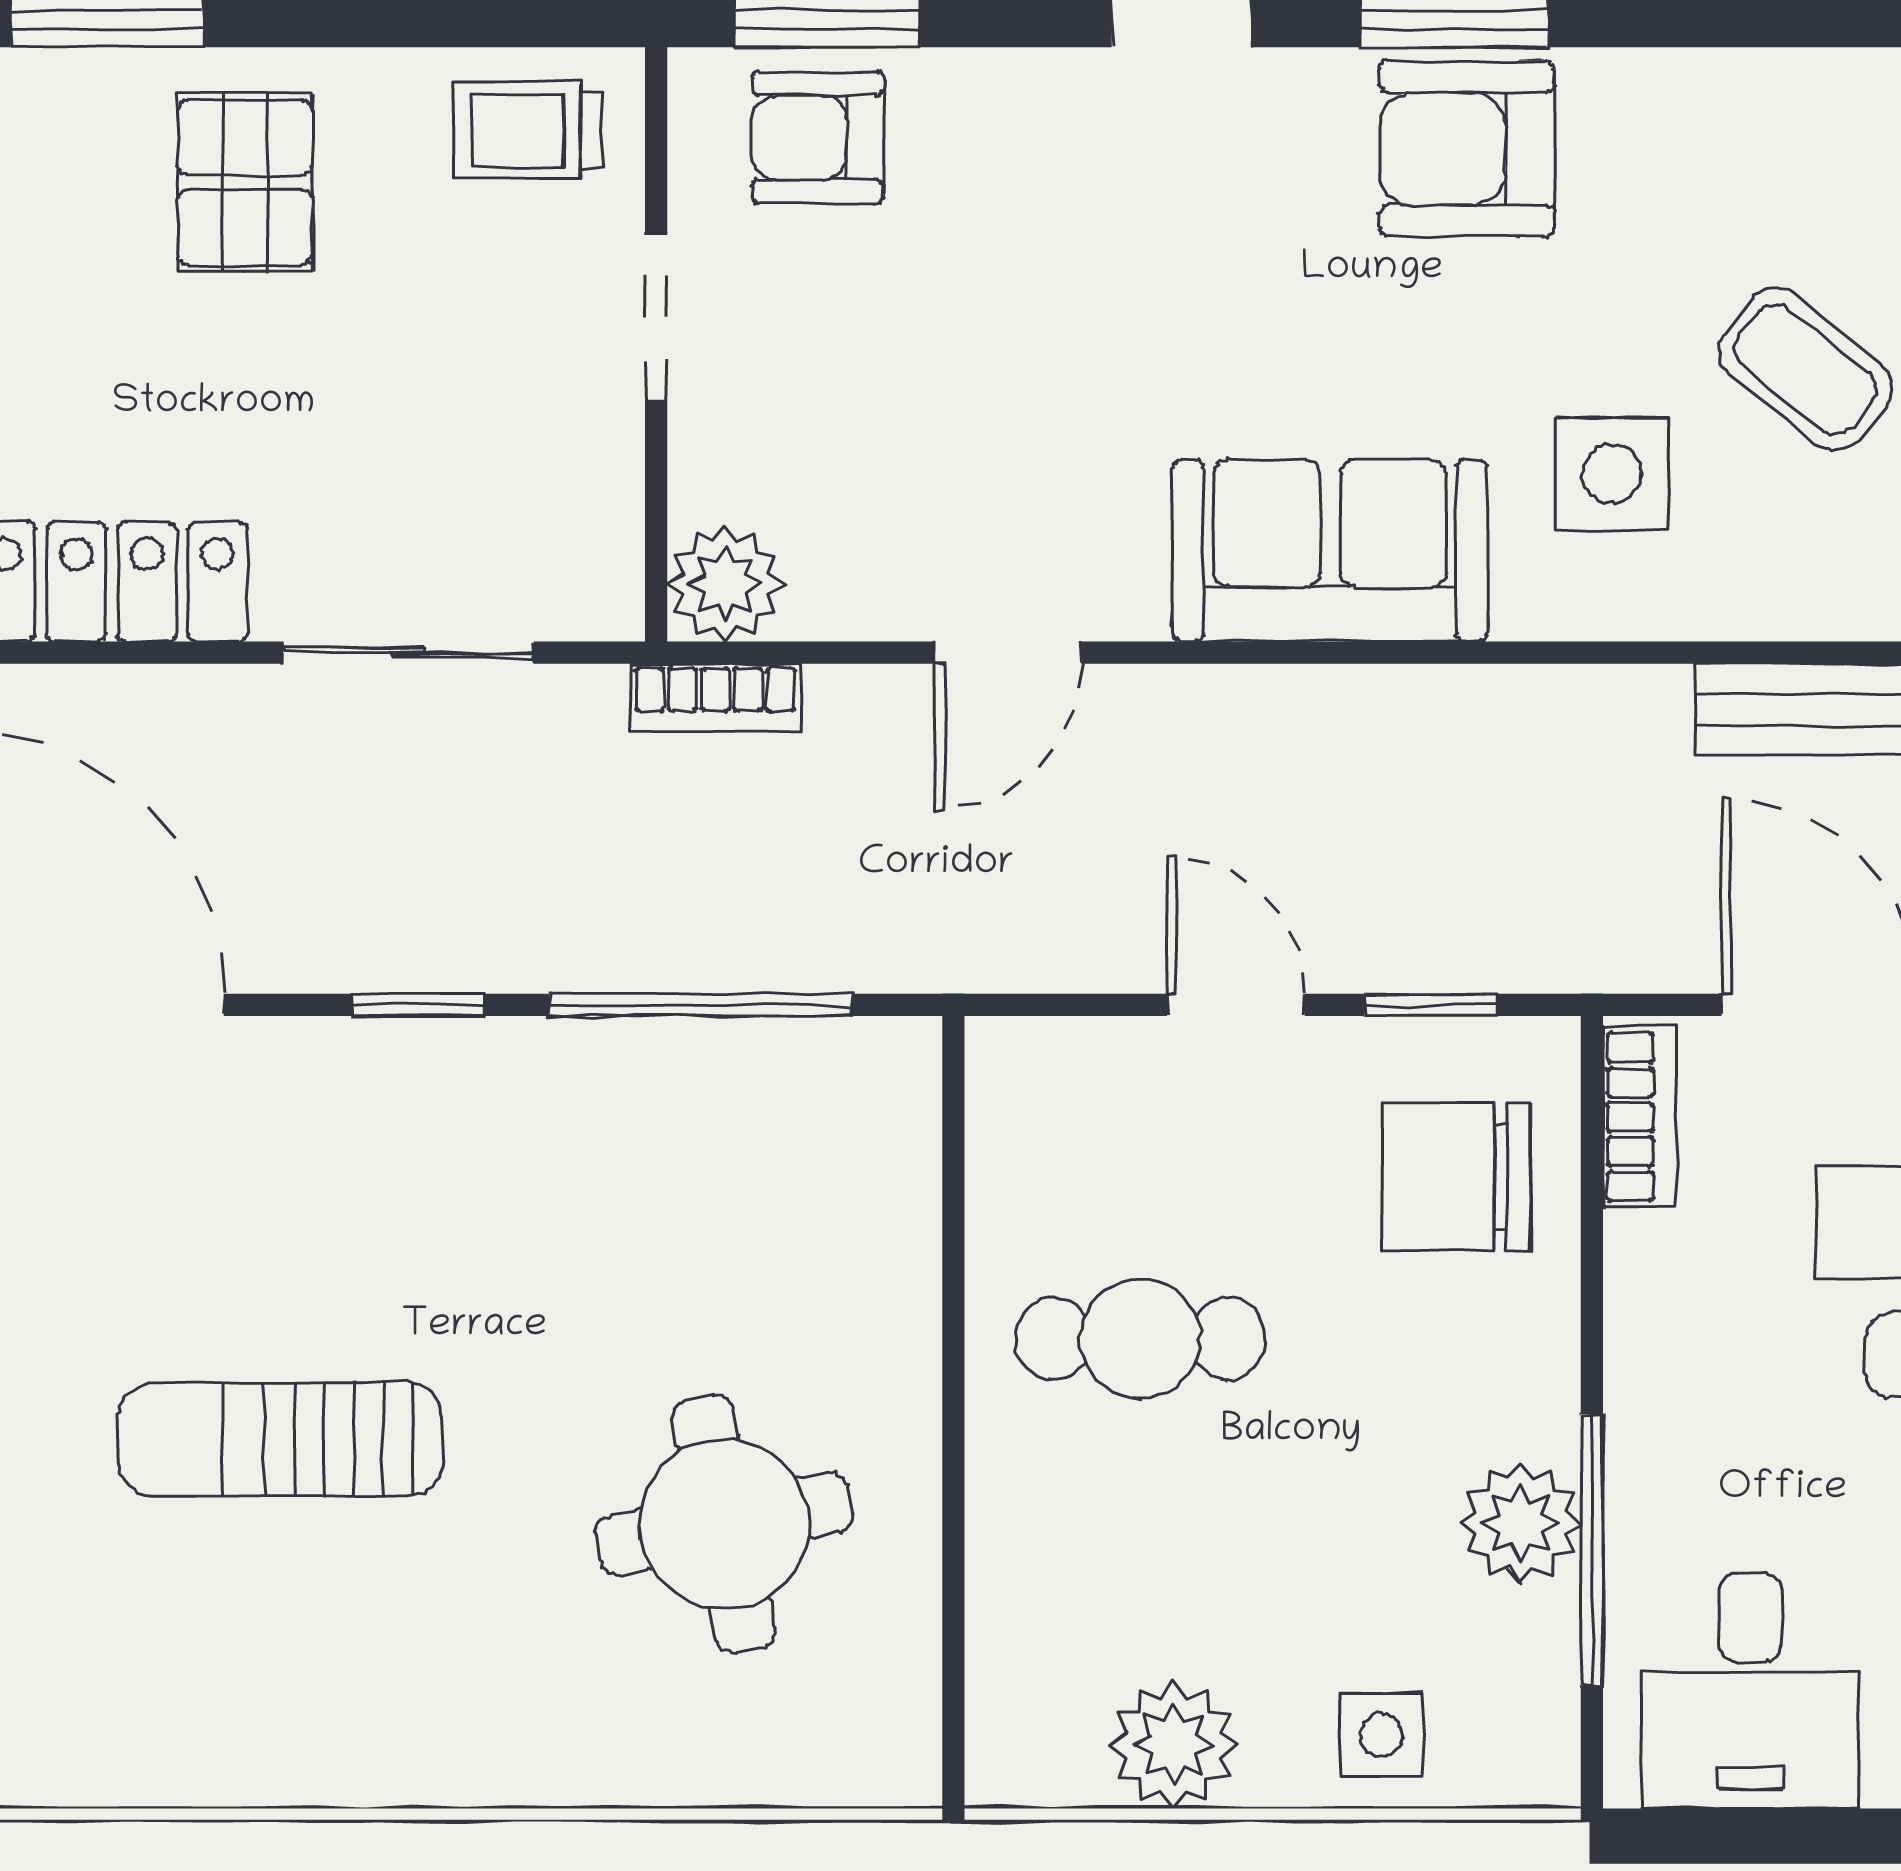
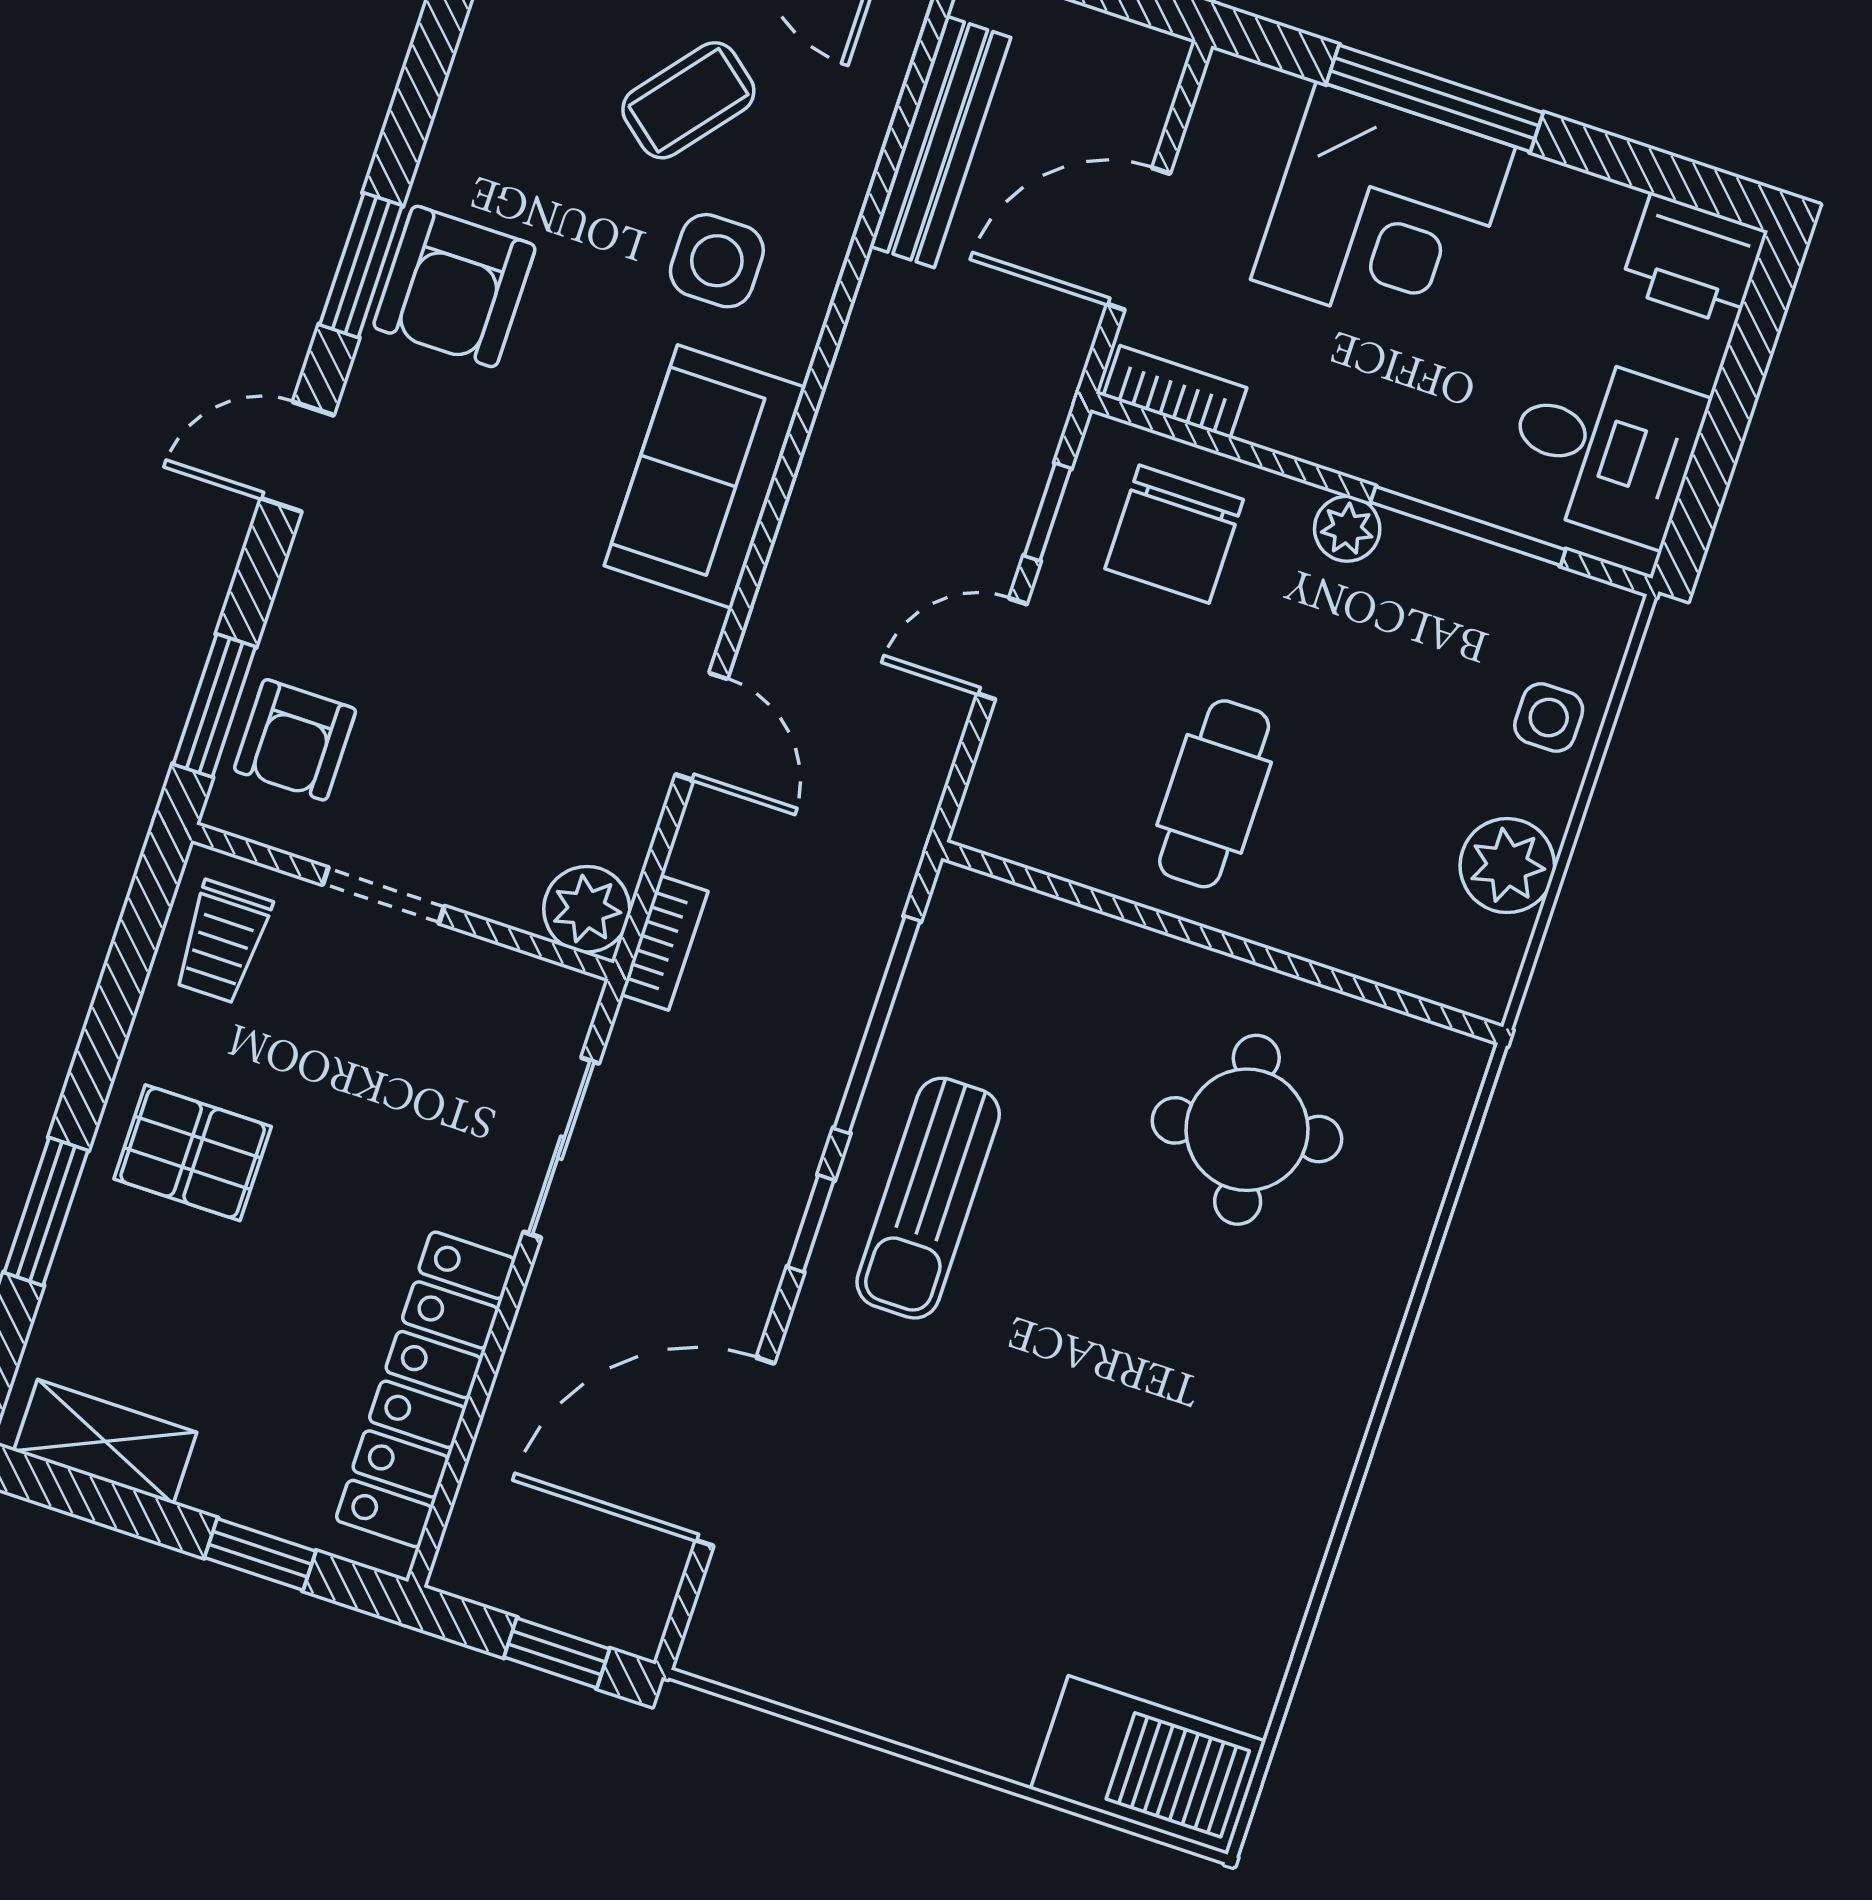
sun lounger: (281, 1439) -> (928, 1198), moved
plant: (1520, 1523) -> (1347, 529), moved, width x0.73, depth x0.73

